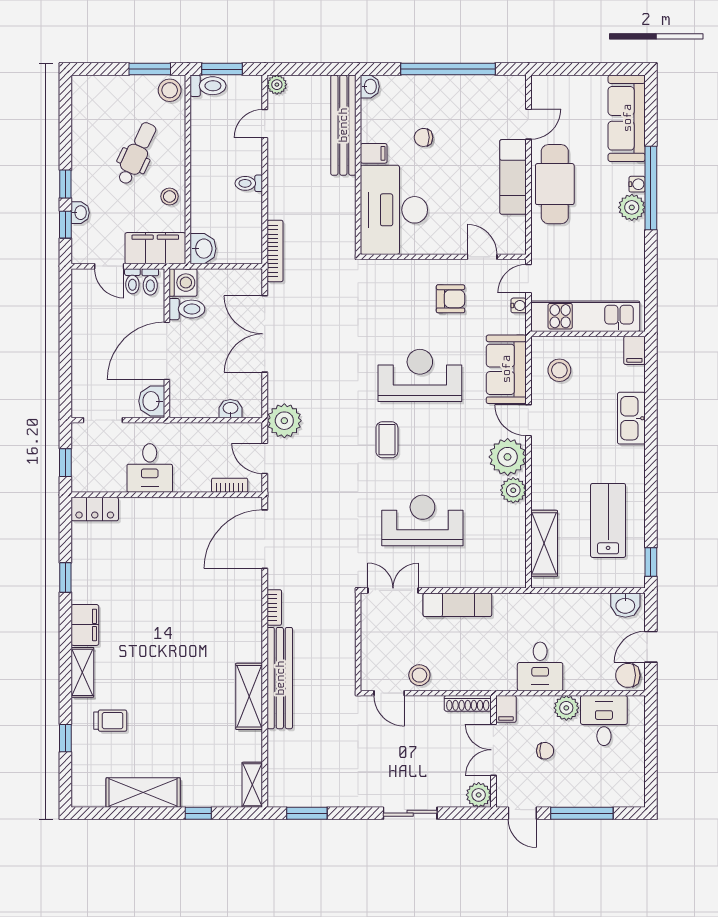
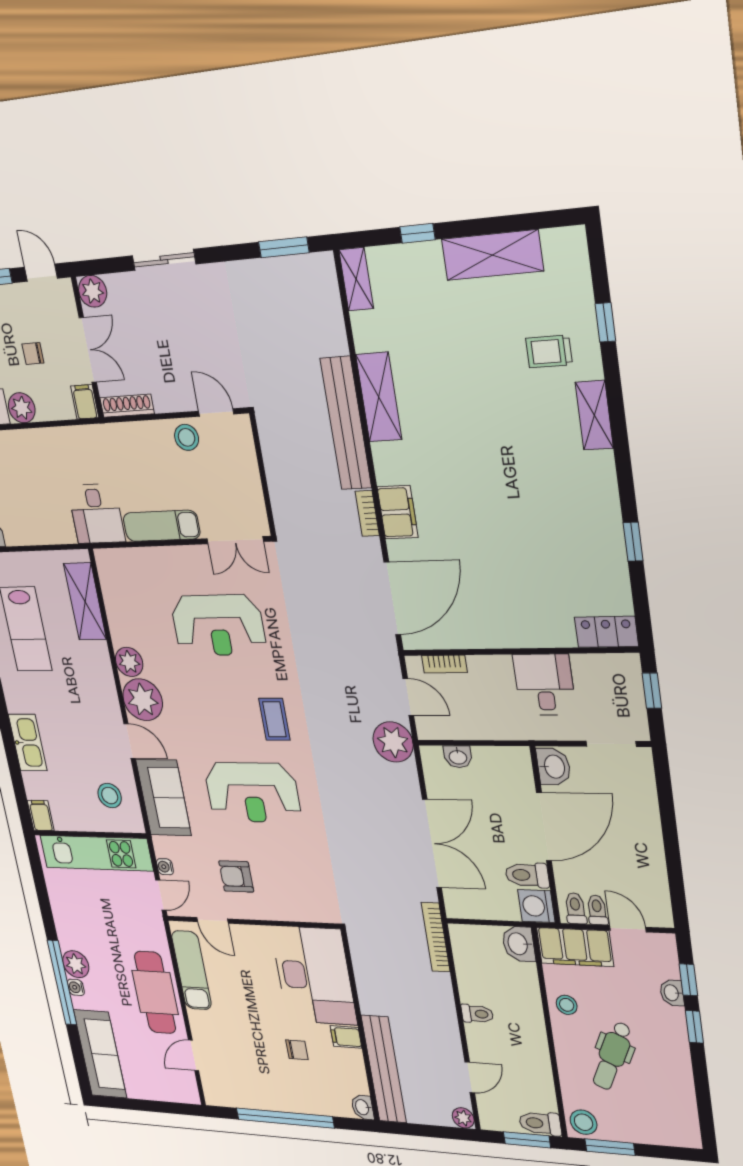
exam couch: (513, 177) -> (191, 970), moved
filing cabinet: (85, 625) -> (398, 512), moved, turned 180
desk: (540, 666) -> (96, 514), moved, turned 180

